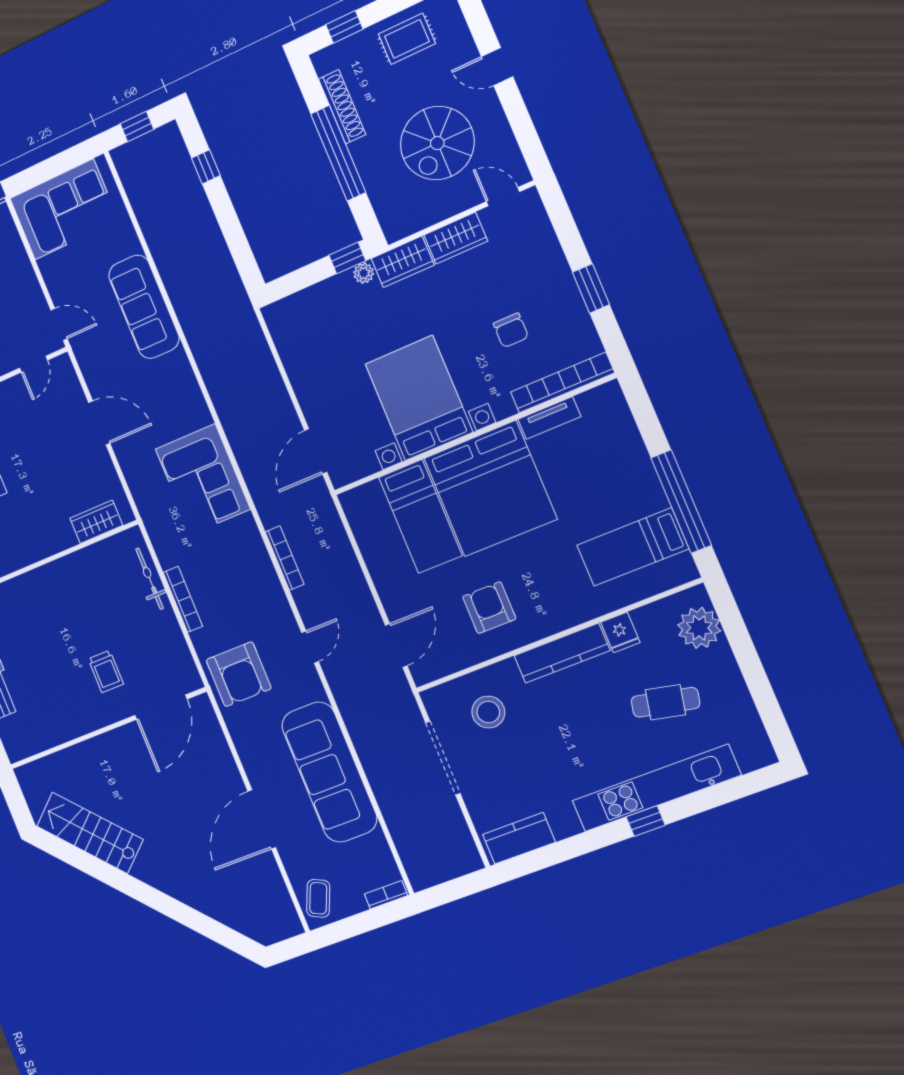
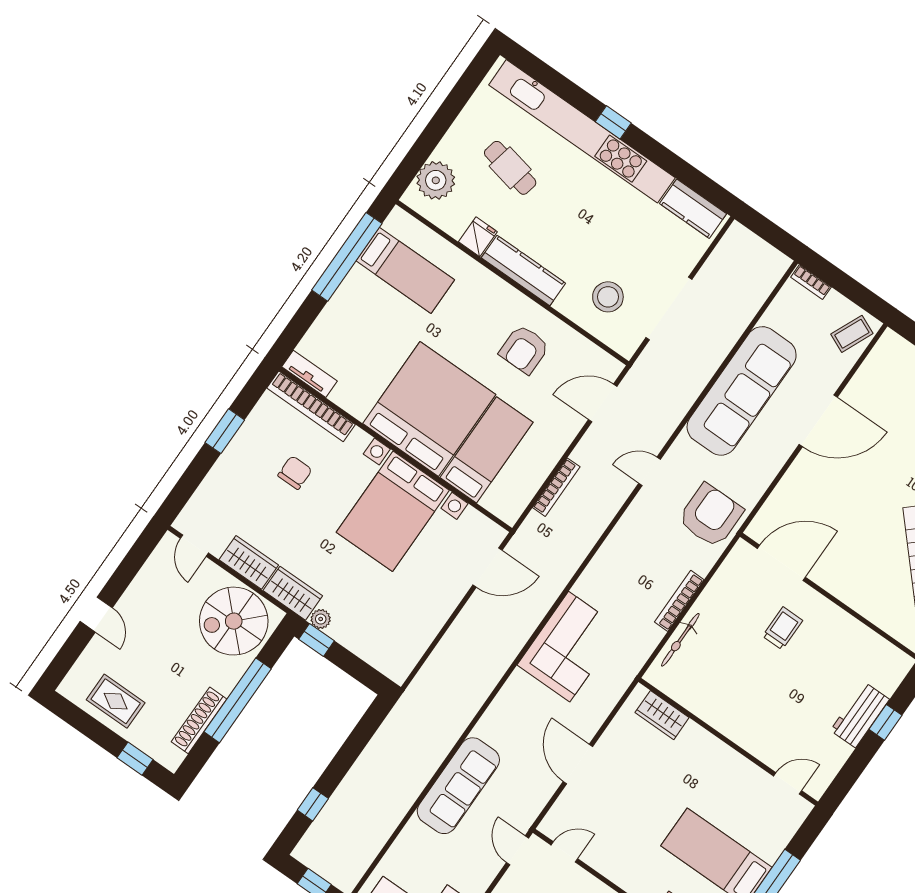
spiral stairs: (437, 143) -> (234, 621), moved, turned 180
tv unit: (549, 418) -> (309, 374), moved
bookcase: (285, 558) -> (556, 487), moved, turned 180
kitchen unit: (656, 788) -> (582, 131), width x1.36

